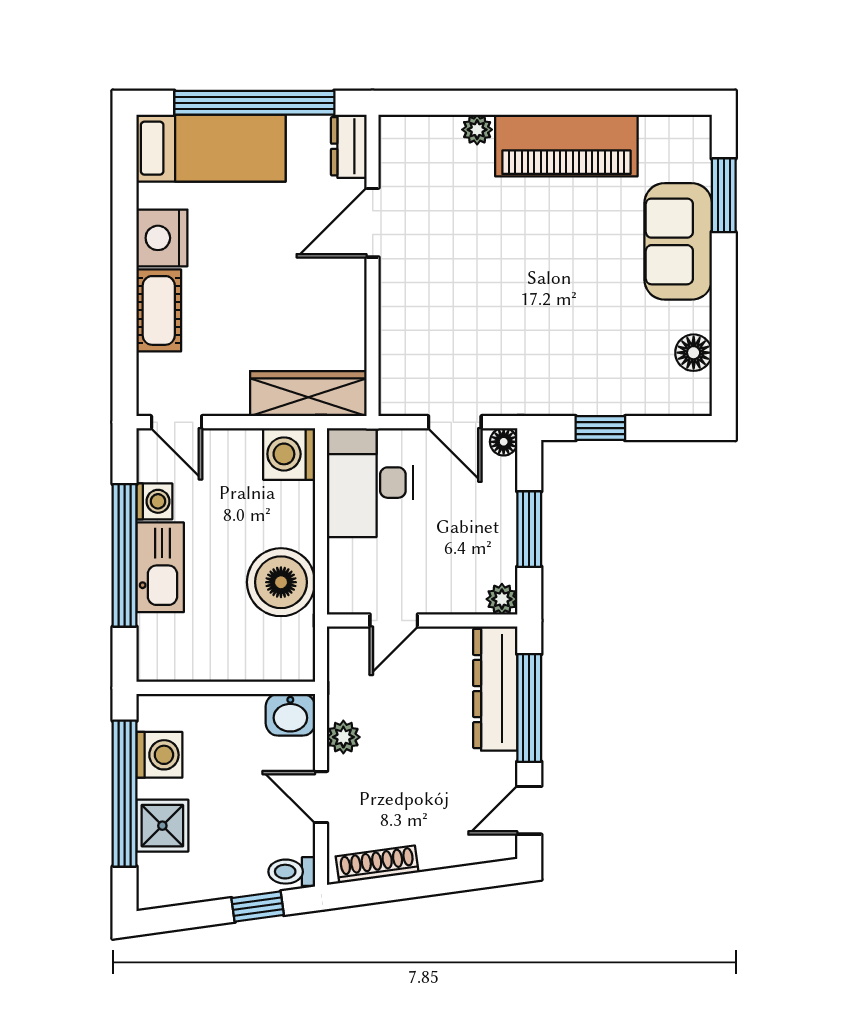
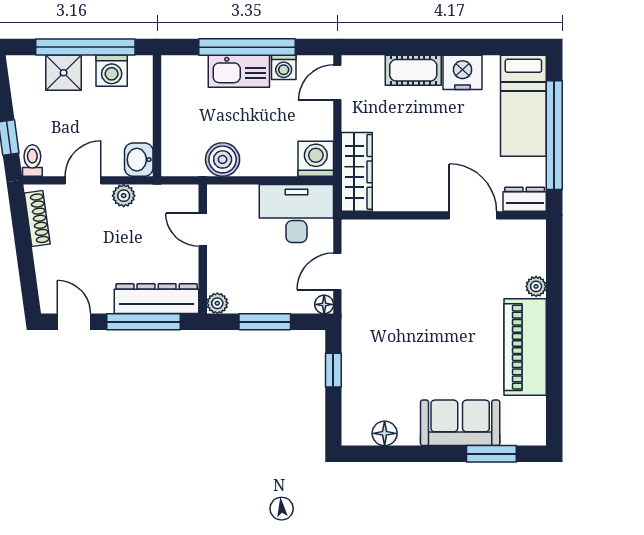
boiler: (281, 582) -> (223, 159), width x0.73, depth x0.73

